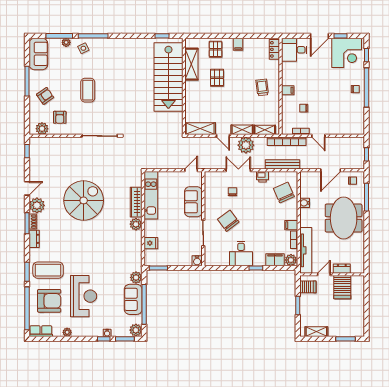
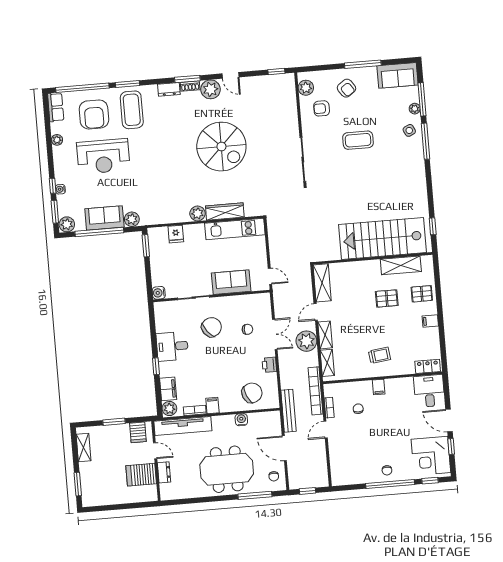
bench: (282, 164) -> (288, 411), moved

